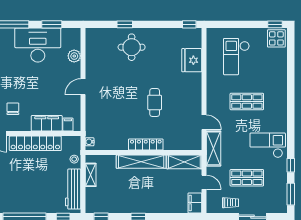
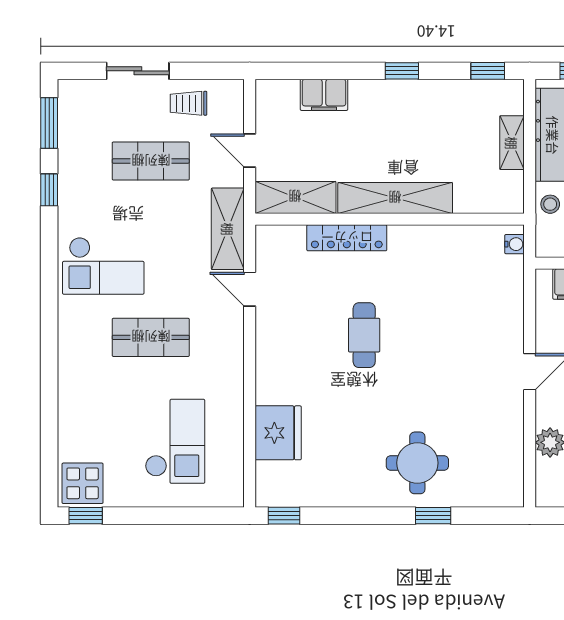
locker: (146, 145) -> (347, 238), moved
checkout: (268, 145) -> (103, 266), moved
shelving: (91, 175) -> (512, 143), moved
filing cabinet: (195, 203) -> (324, 95), moved, turned 90

